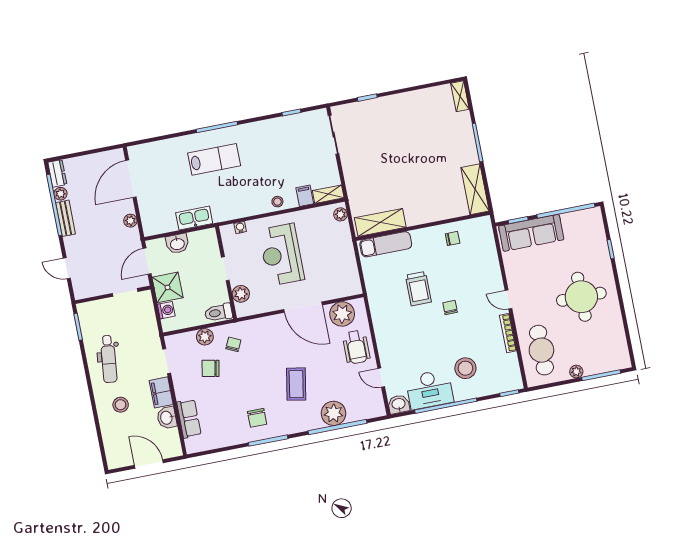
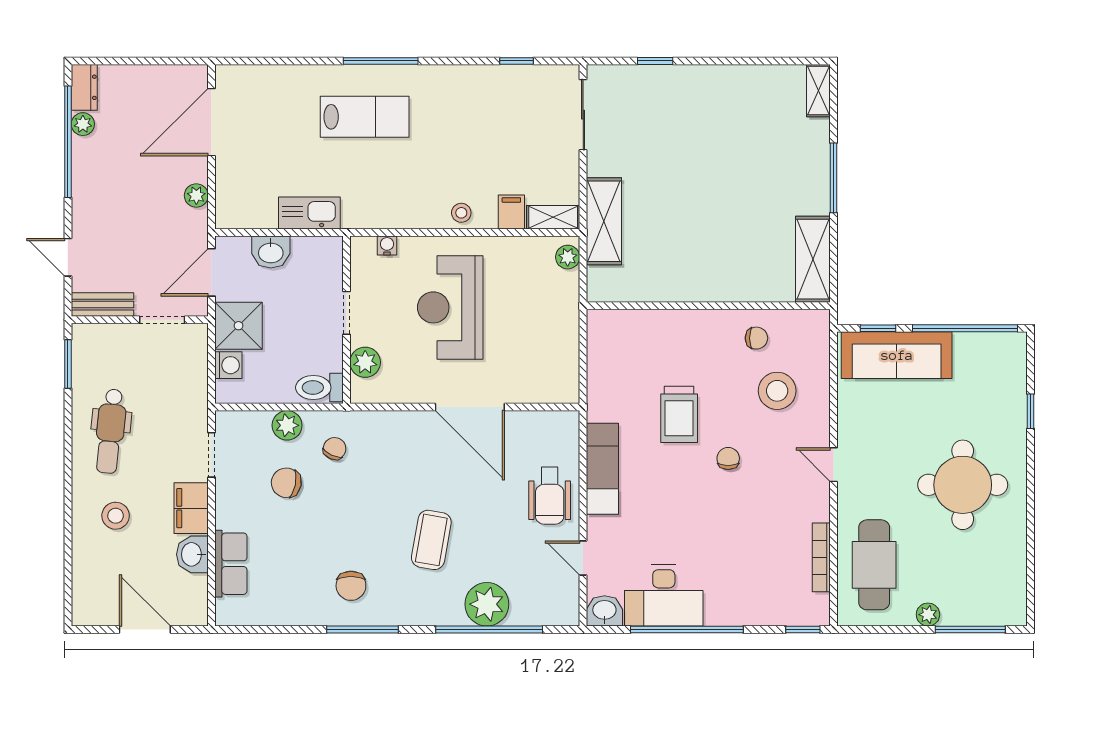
bench: (66, 218) -> (103, 305), moved, turned 90
shelving: (380, 222) -> (604, 221), moved, turned 90
exam couch: (386, 244) -> (602, 469), moved, turned -90
plant: (342, 314) -> (536, 433), removed
bookcase: (508, 333) -> (821, 557), moved
stool: (465, 368) -> (777, 391), moved

